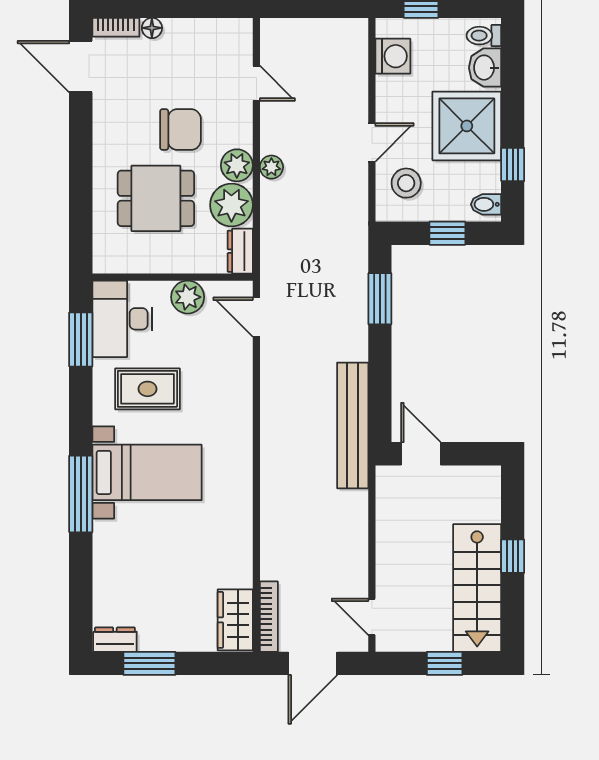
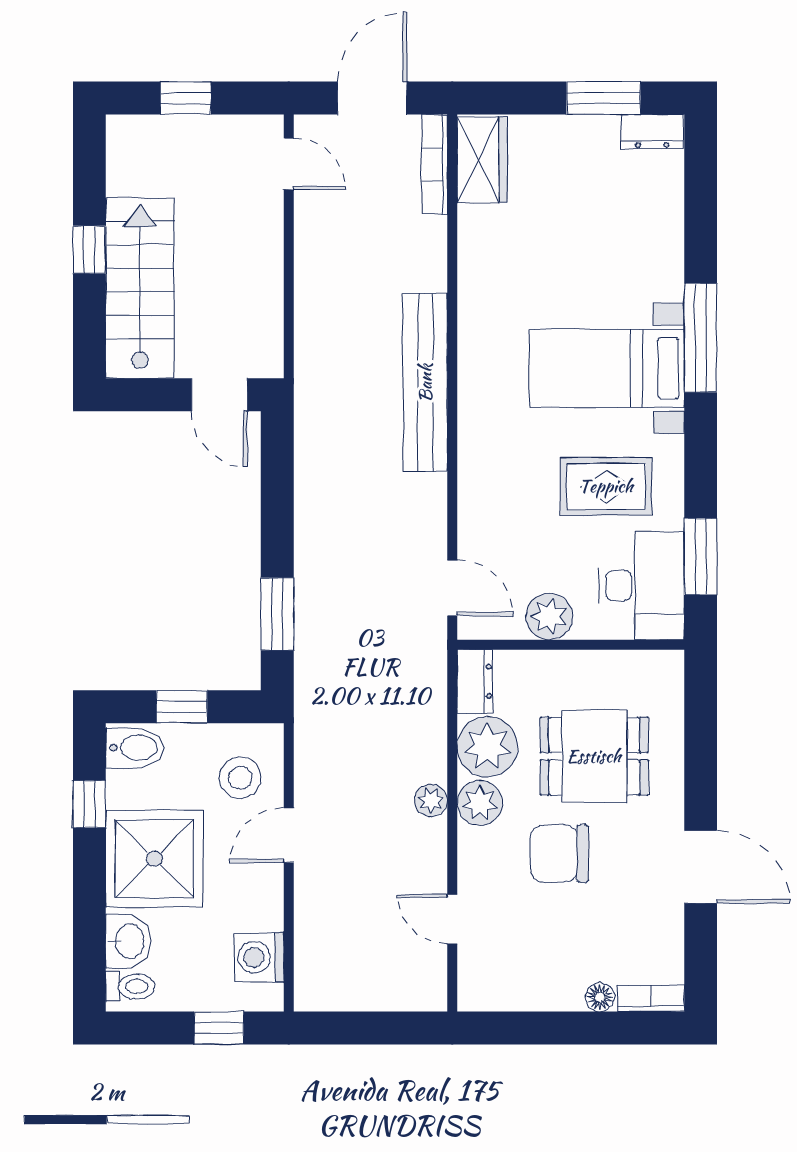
door: (81, 67) -> (701, 867), moved
bidet: (486, 204) -> (135, 748), width x1.38, depth x1.36
bench: (353, 425) -> (425, 383), moved
stairs: (477, 588) -> (140, 288), moved

